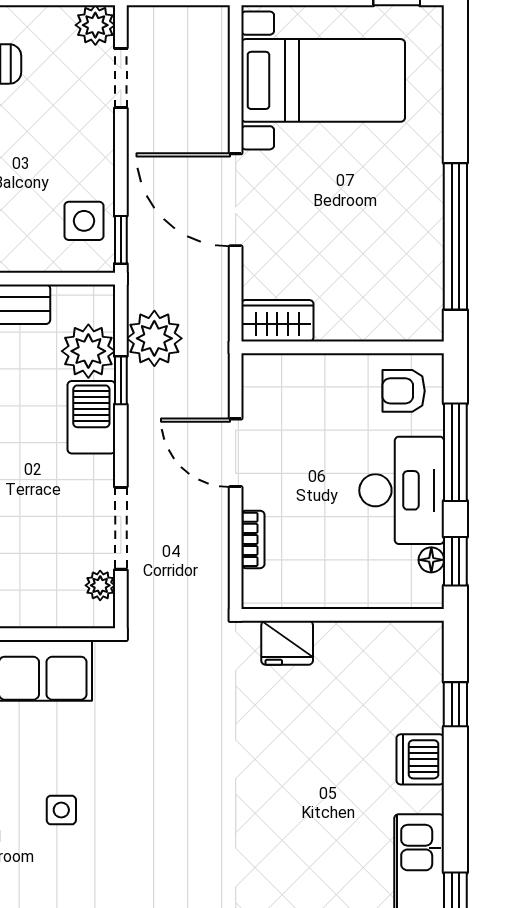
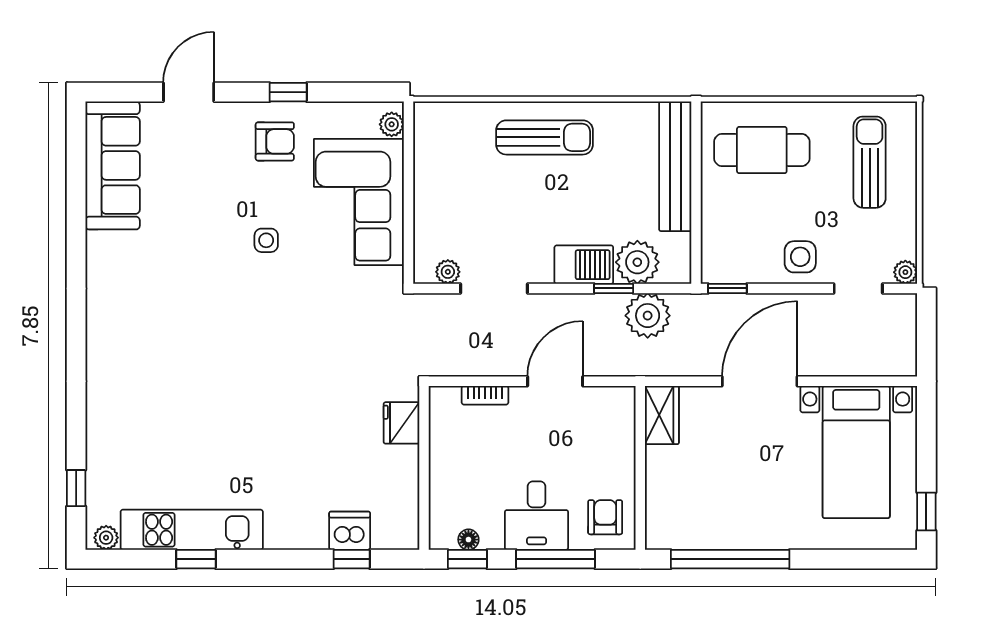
plant: (95, 25) -> (905, 272), width x0.73, depth x0.73
side table: (84, 221) -> (800, 257), moved
desk: (402, 490) -> (537, 516), width x0.73
dishwasher: (420, 759) -> (350, 531), moved

